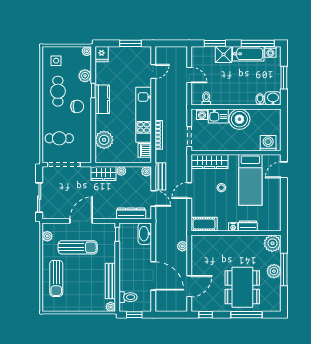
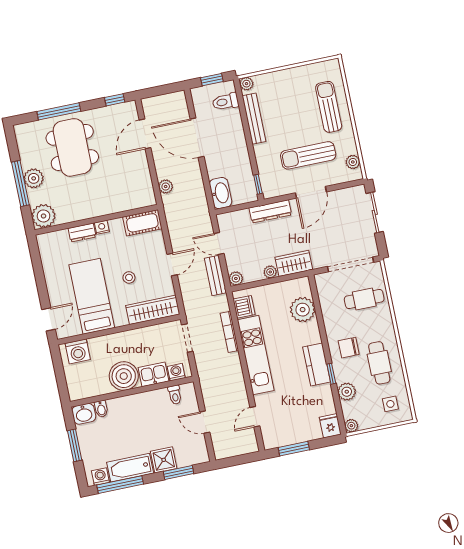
dresser: (131, 214) -> (270, 211), moved

